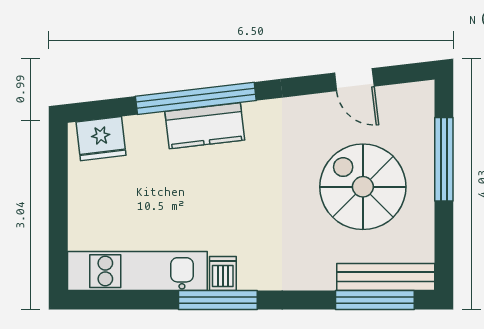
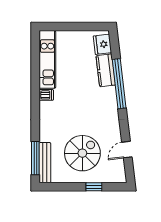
kitchen counter: (205, 126) -> (106, 70), moved
window: (444, 159) -> (94, 187), width x0.46
window: (218, 300) -> (35, 93), removed

